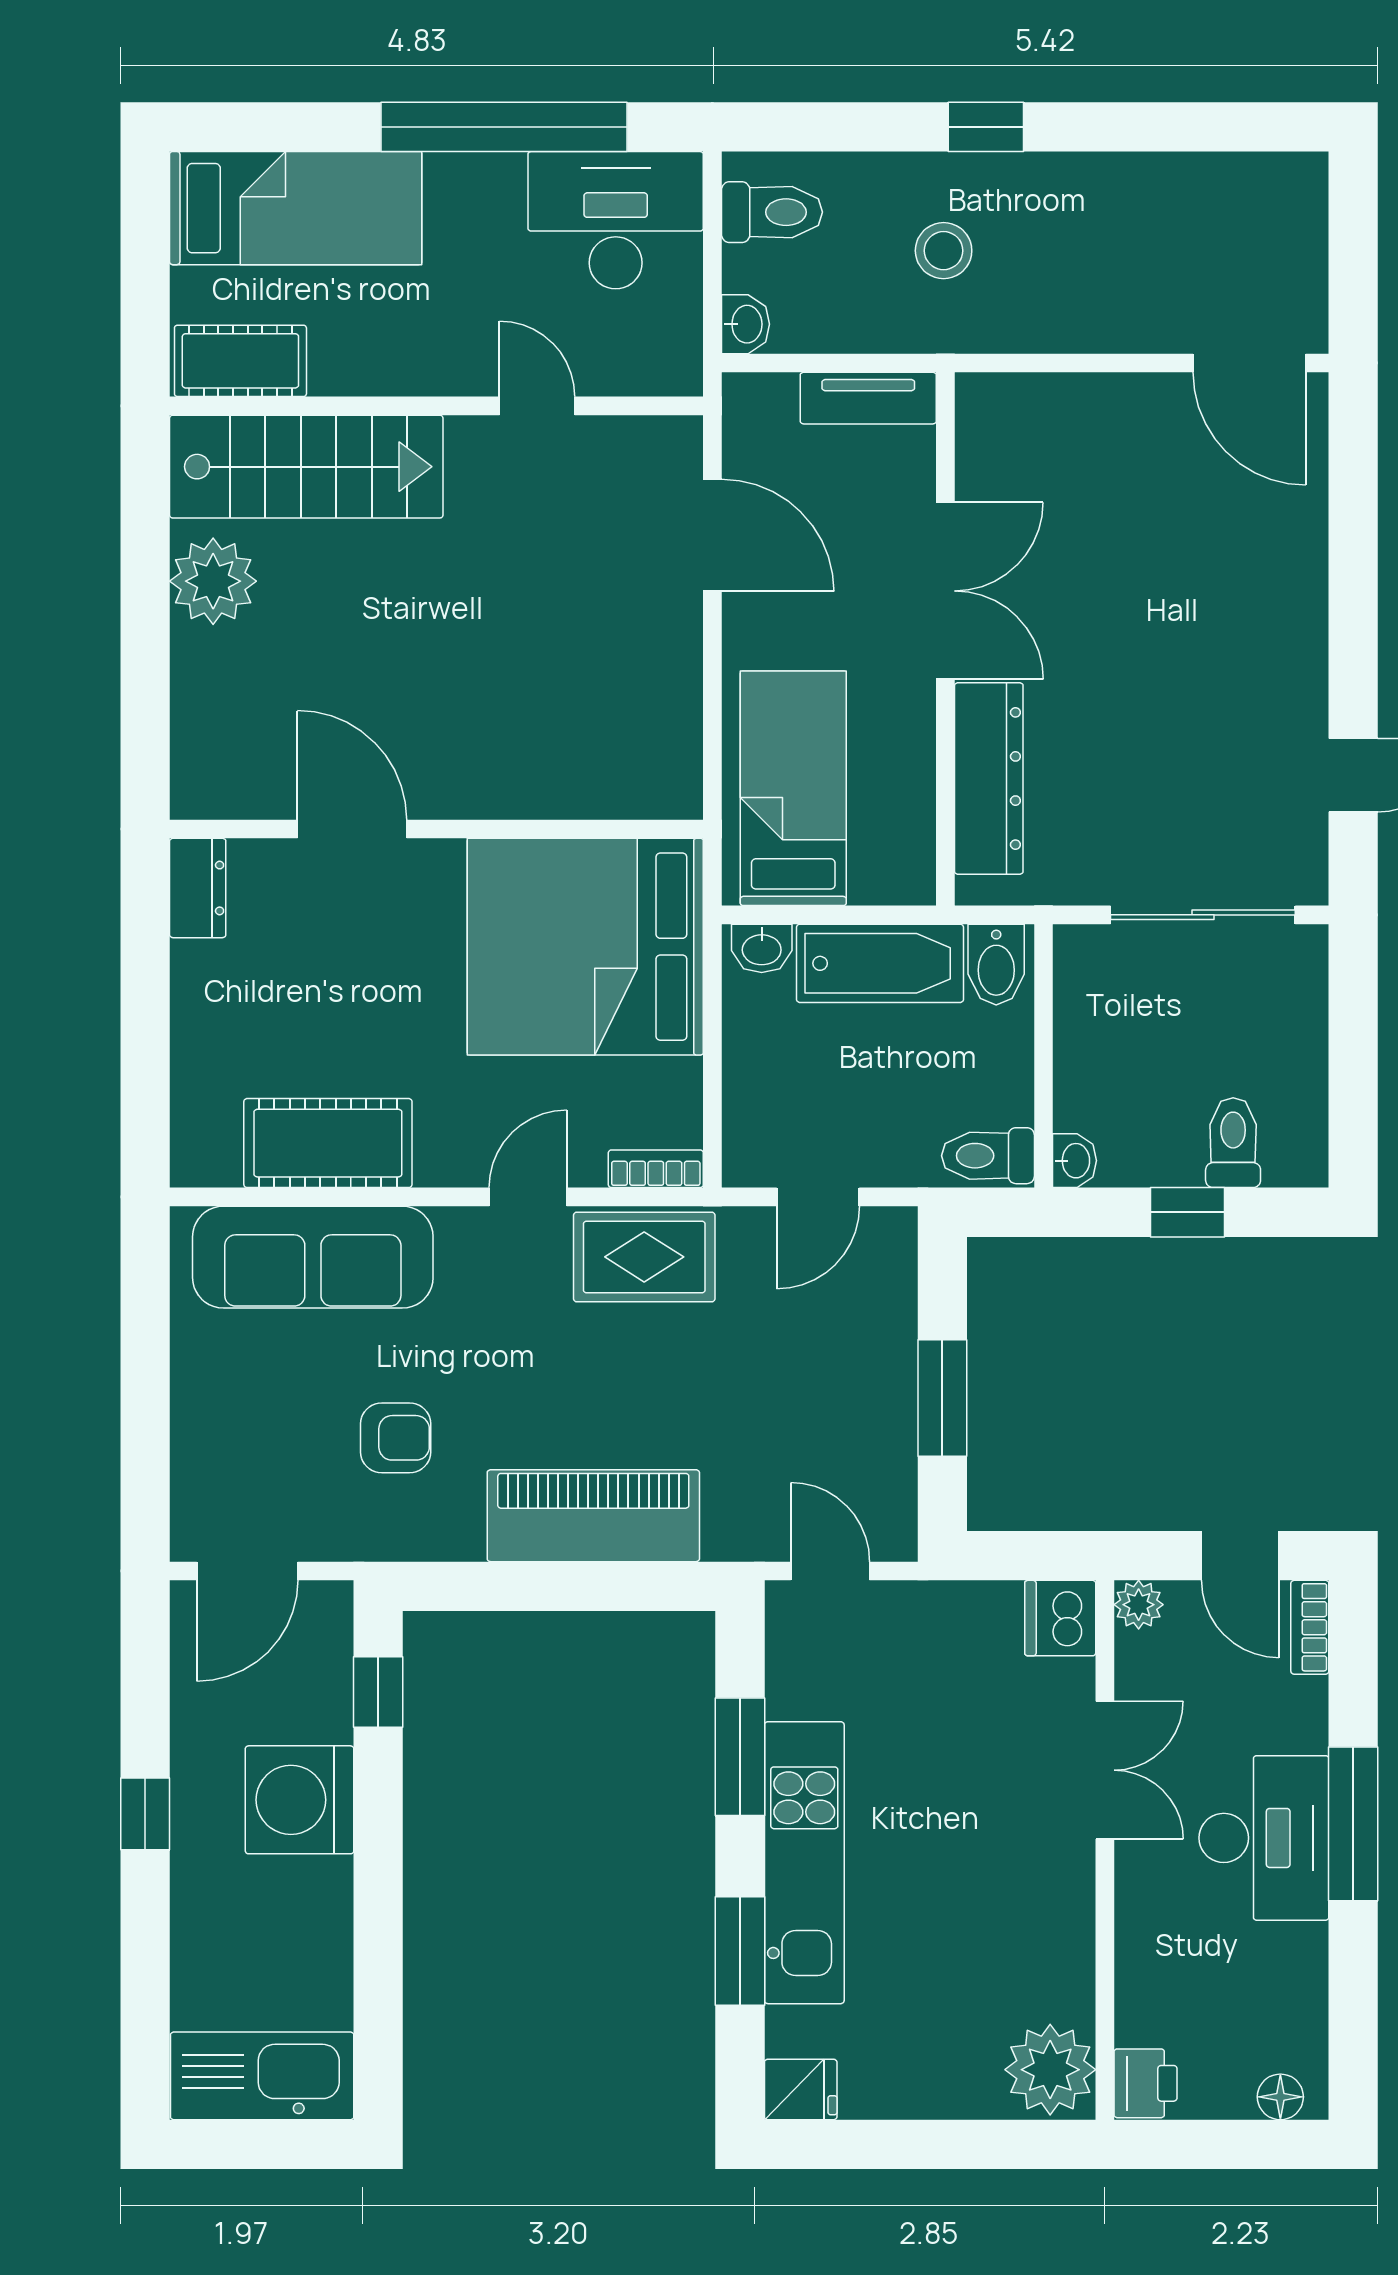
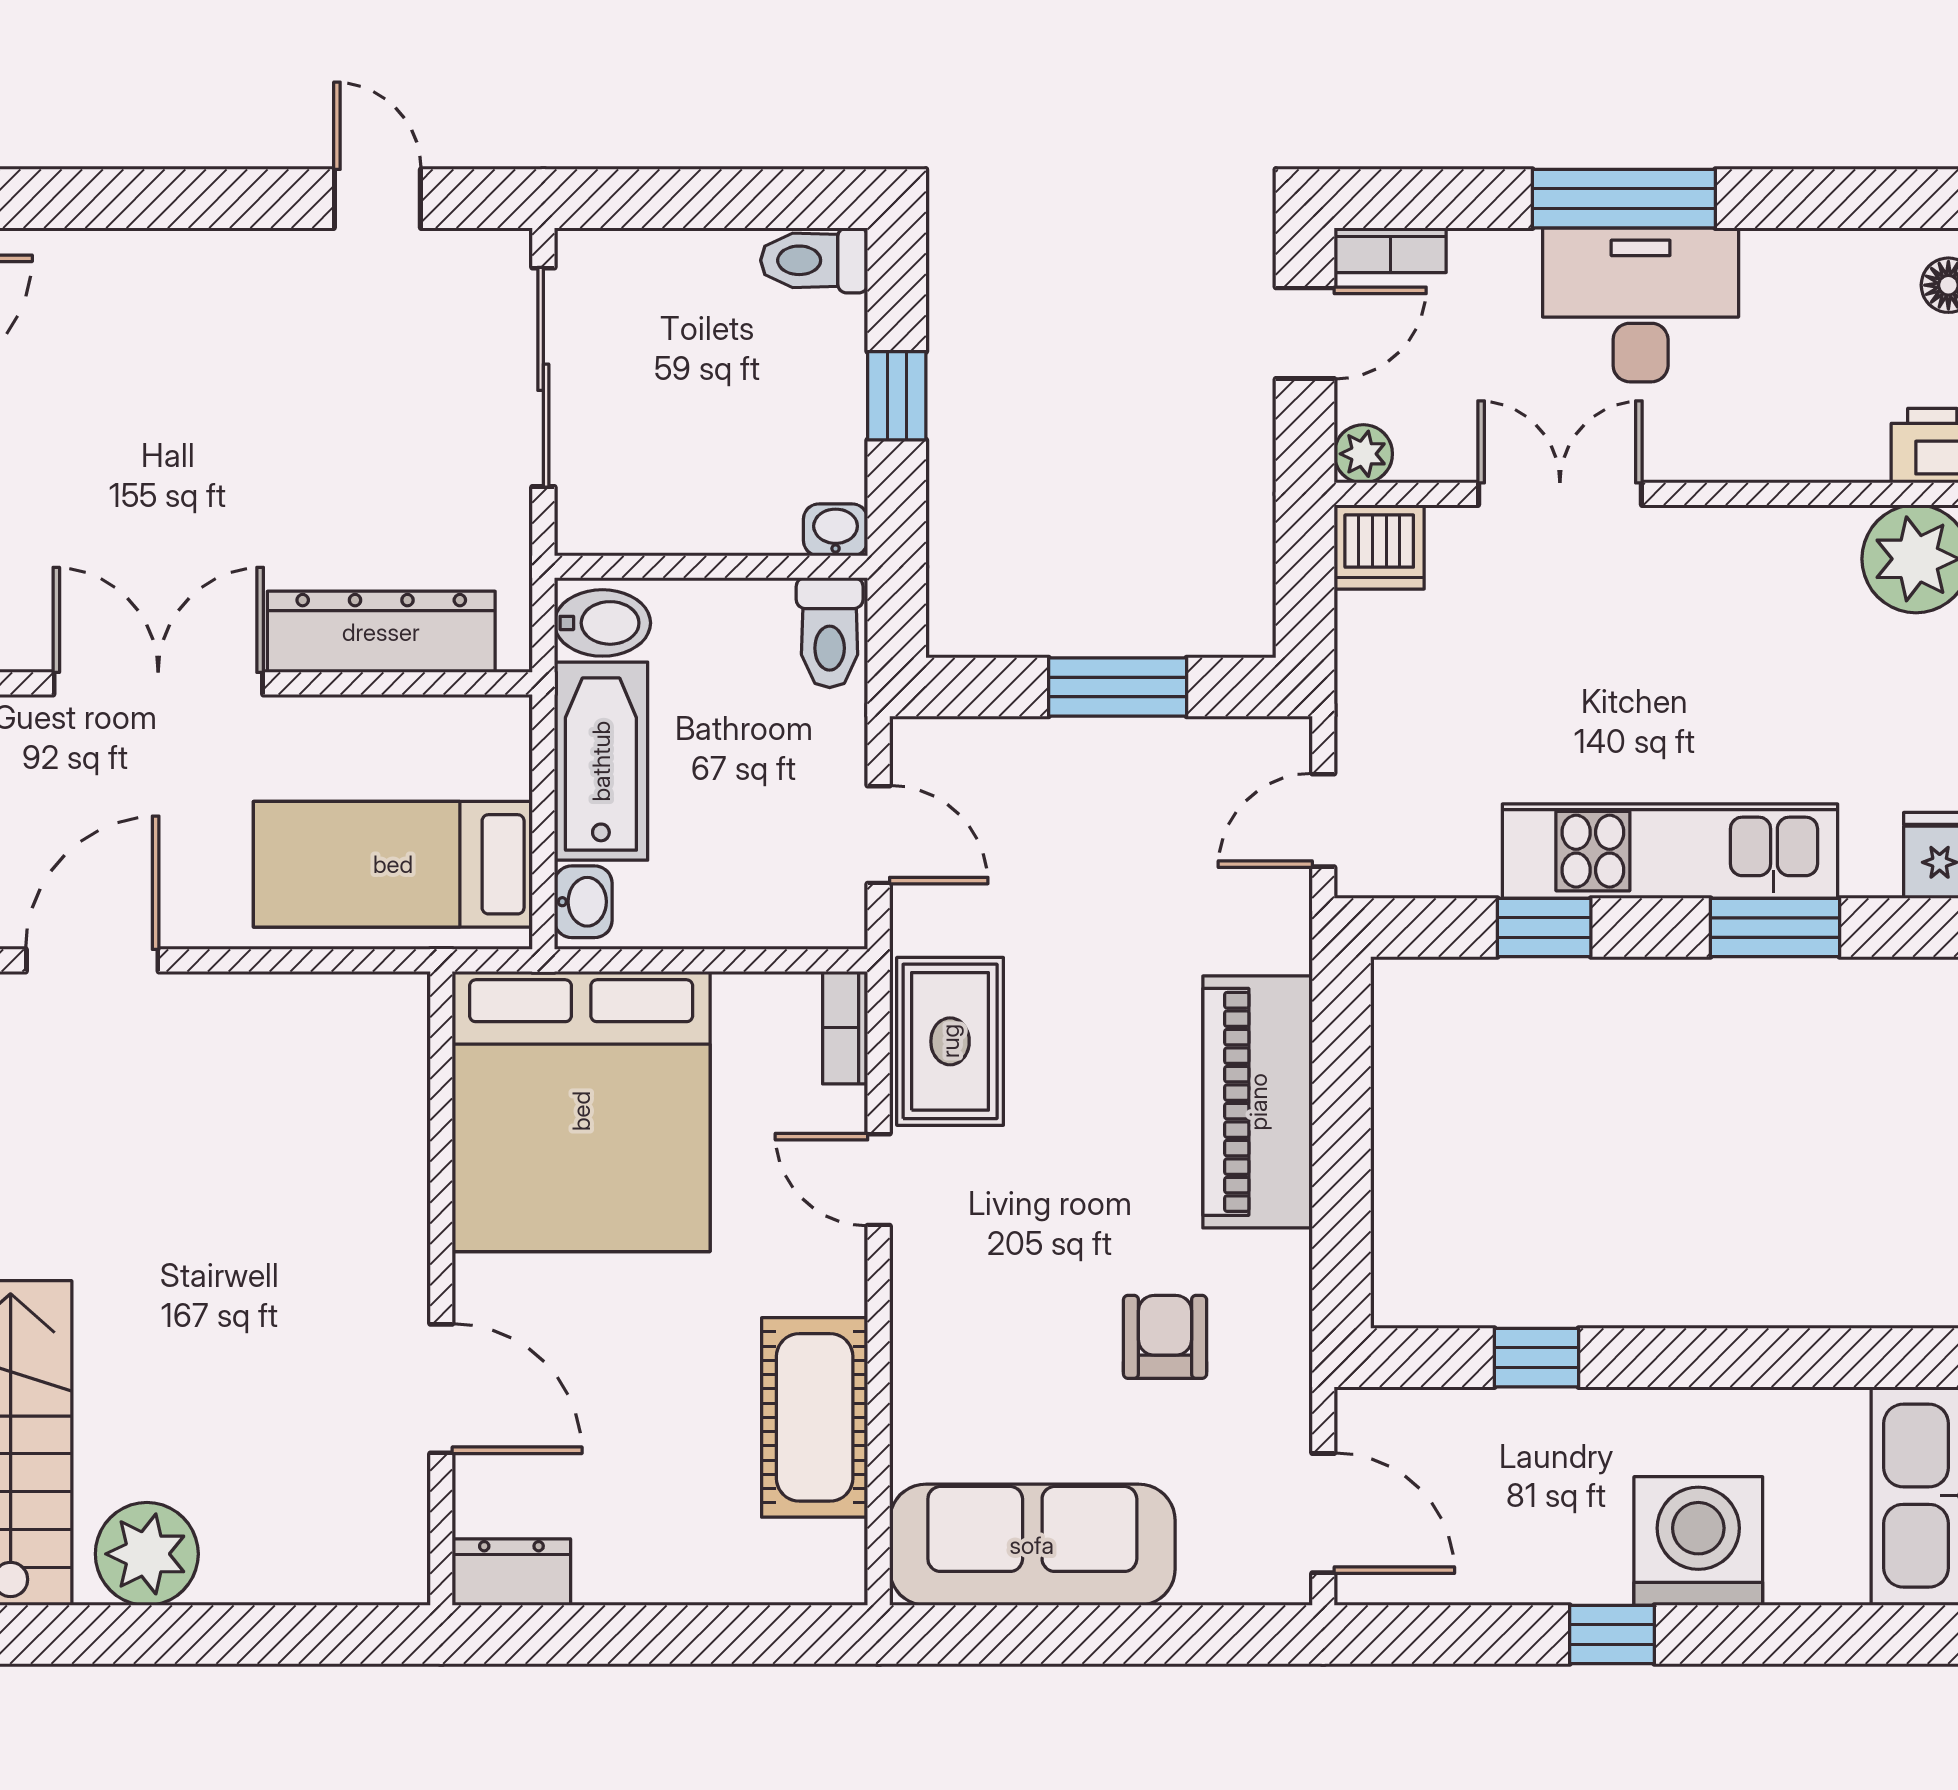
door: (352, 829) -> (441, 1389), swing flipped
toilet: (1233, 1143) -> (814, 260), moved
sofa: (313, 1257) -> (1032, 1545), moved, turned -90
window: (378, 1692) -> (1536, 1358), moved
window: (740, 1757) -> (1544, 928), width x0.67
washing machine: (300, 1800) -> (1698, 1541), moved, turned 180

